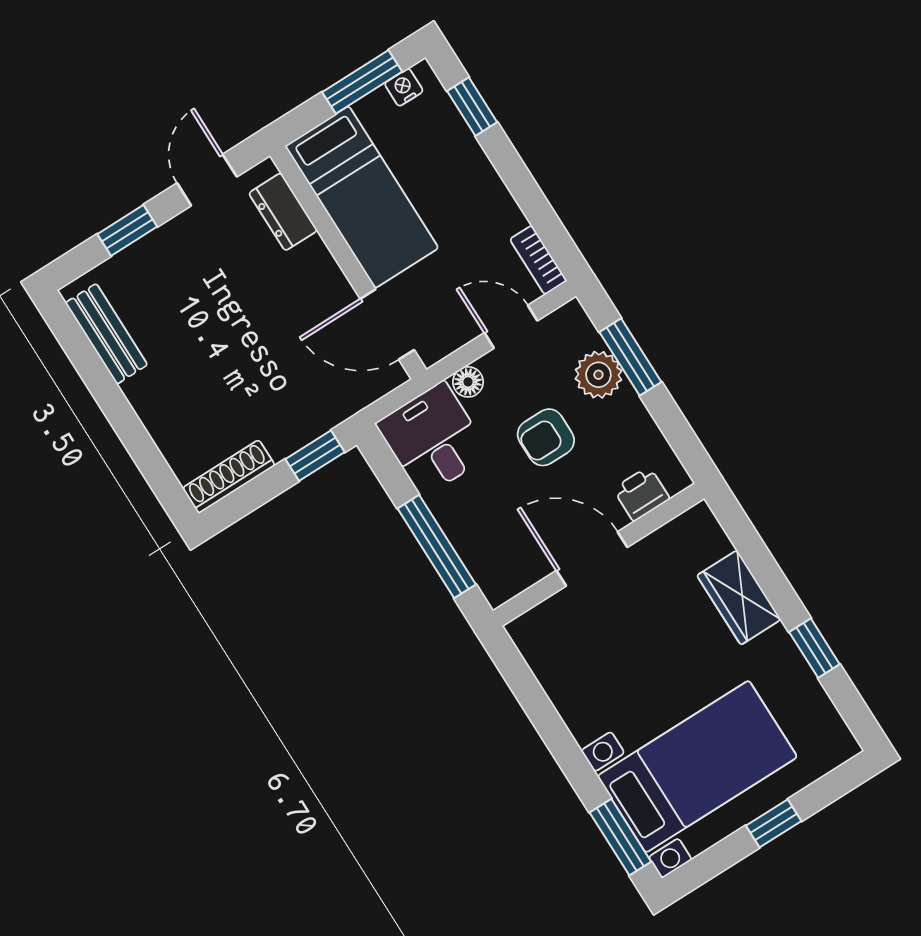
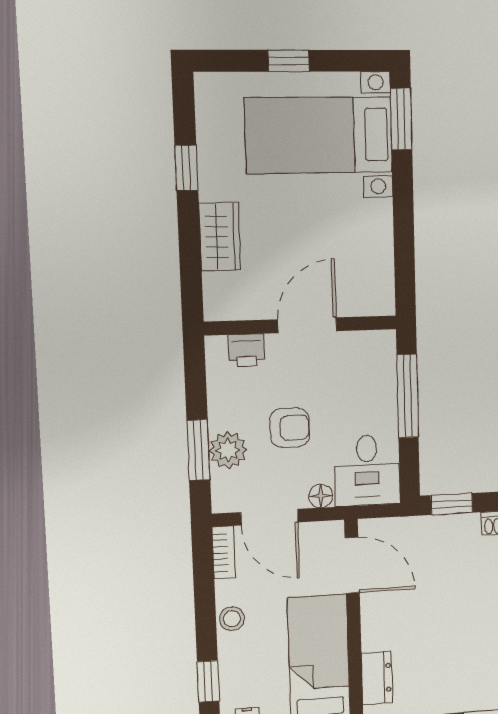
stool: (487, 191) -> (232, 619), added
door: (511, 327) -> (269, 517), width x1.38
door: (592, 559) -> (307, 325), swing flipped

